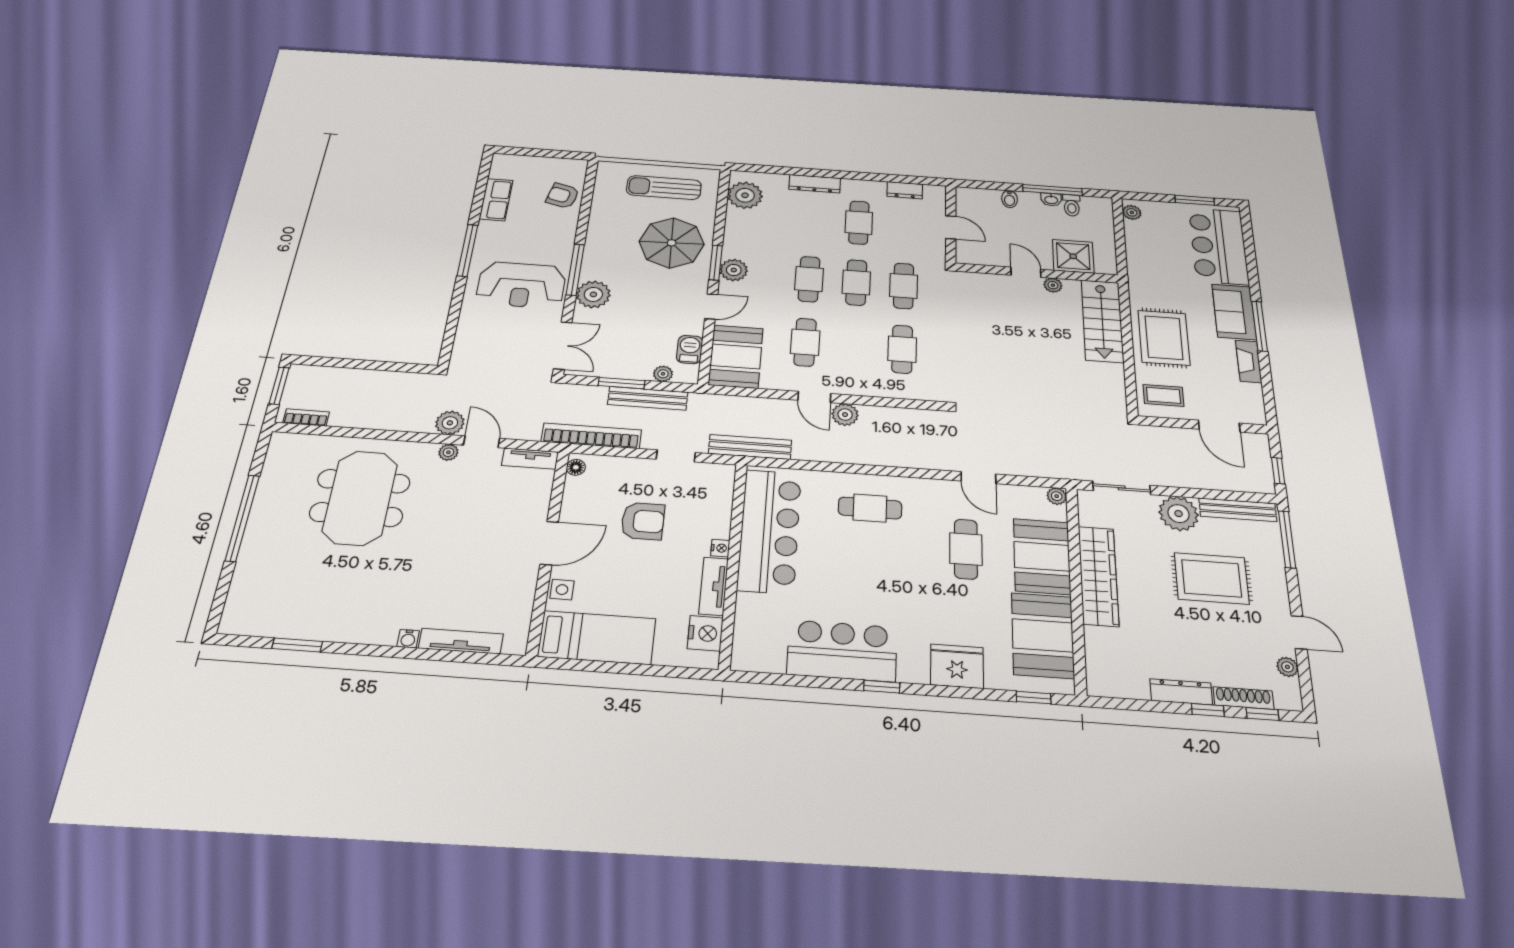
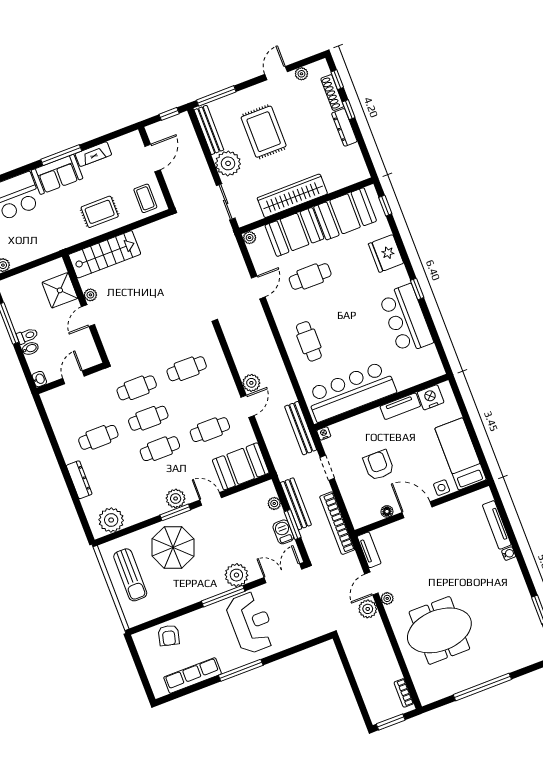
dresser: (905, 190) -> (56, 419), removed
row of seats: (496, 200) -> (193, 676), width x1.48
washbasin: (1051, 200) -> (39, 379), moved
toilet: (1072, 205) -> (27, 336), moved
rug: (1164, 338) -> (100, 212), width x0.73, depth x0.70
barbecue: (690, 349) -> (283, 532), moved, turned 90
floor lamp: (576, 467) -> (387, 511), moved
nightstand: (720, 548) -> (324, 433), moved

